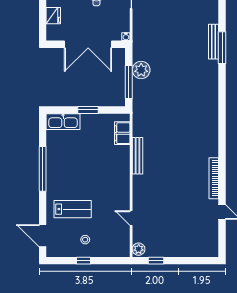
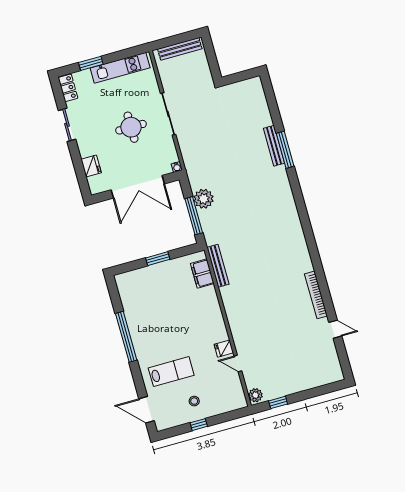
kitchen sink: (63, 122) -> (134, 279), removed
bench: (137, 156) -> (218, 266), moved
fridge: (123, 202) -> (224, 349), added

